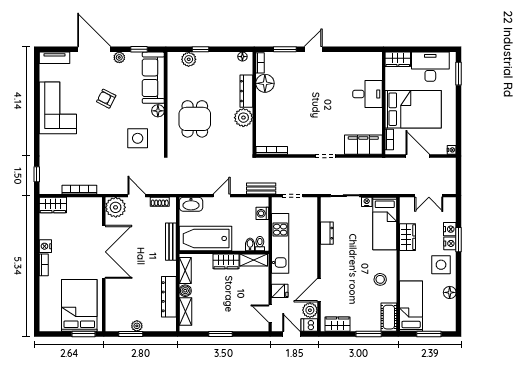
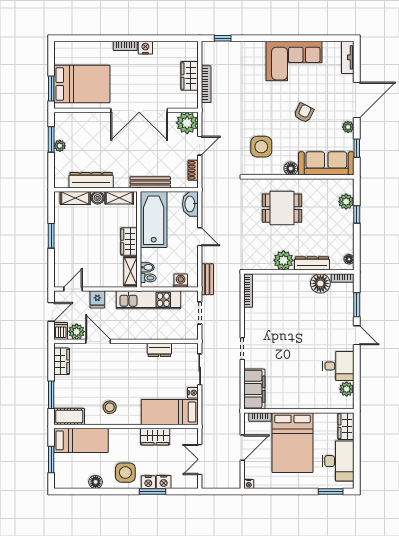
plant: (363, 59) -> (347, 389), added
desk: (367, 94) -> (338, 366), moved, turned -90
wardrobe: (53, 205) -> (190, 76), moved

